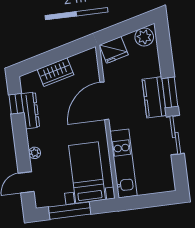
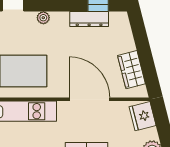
wardrobe: (55, 72) -> (131, 70), moved

